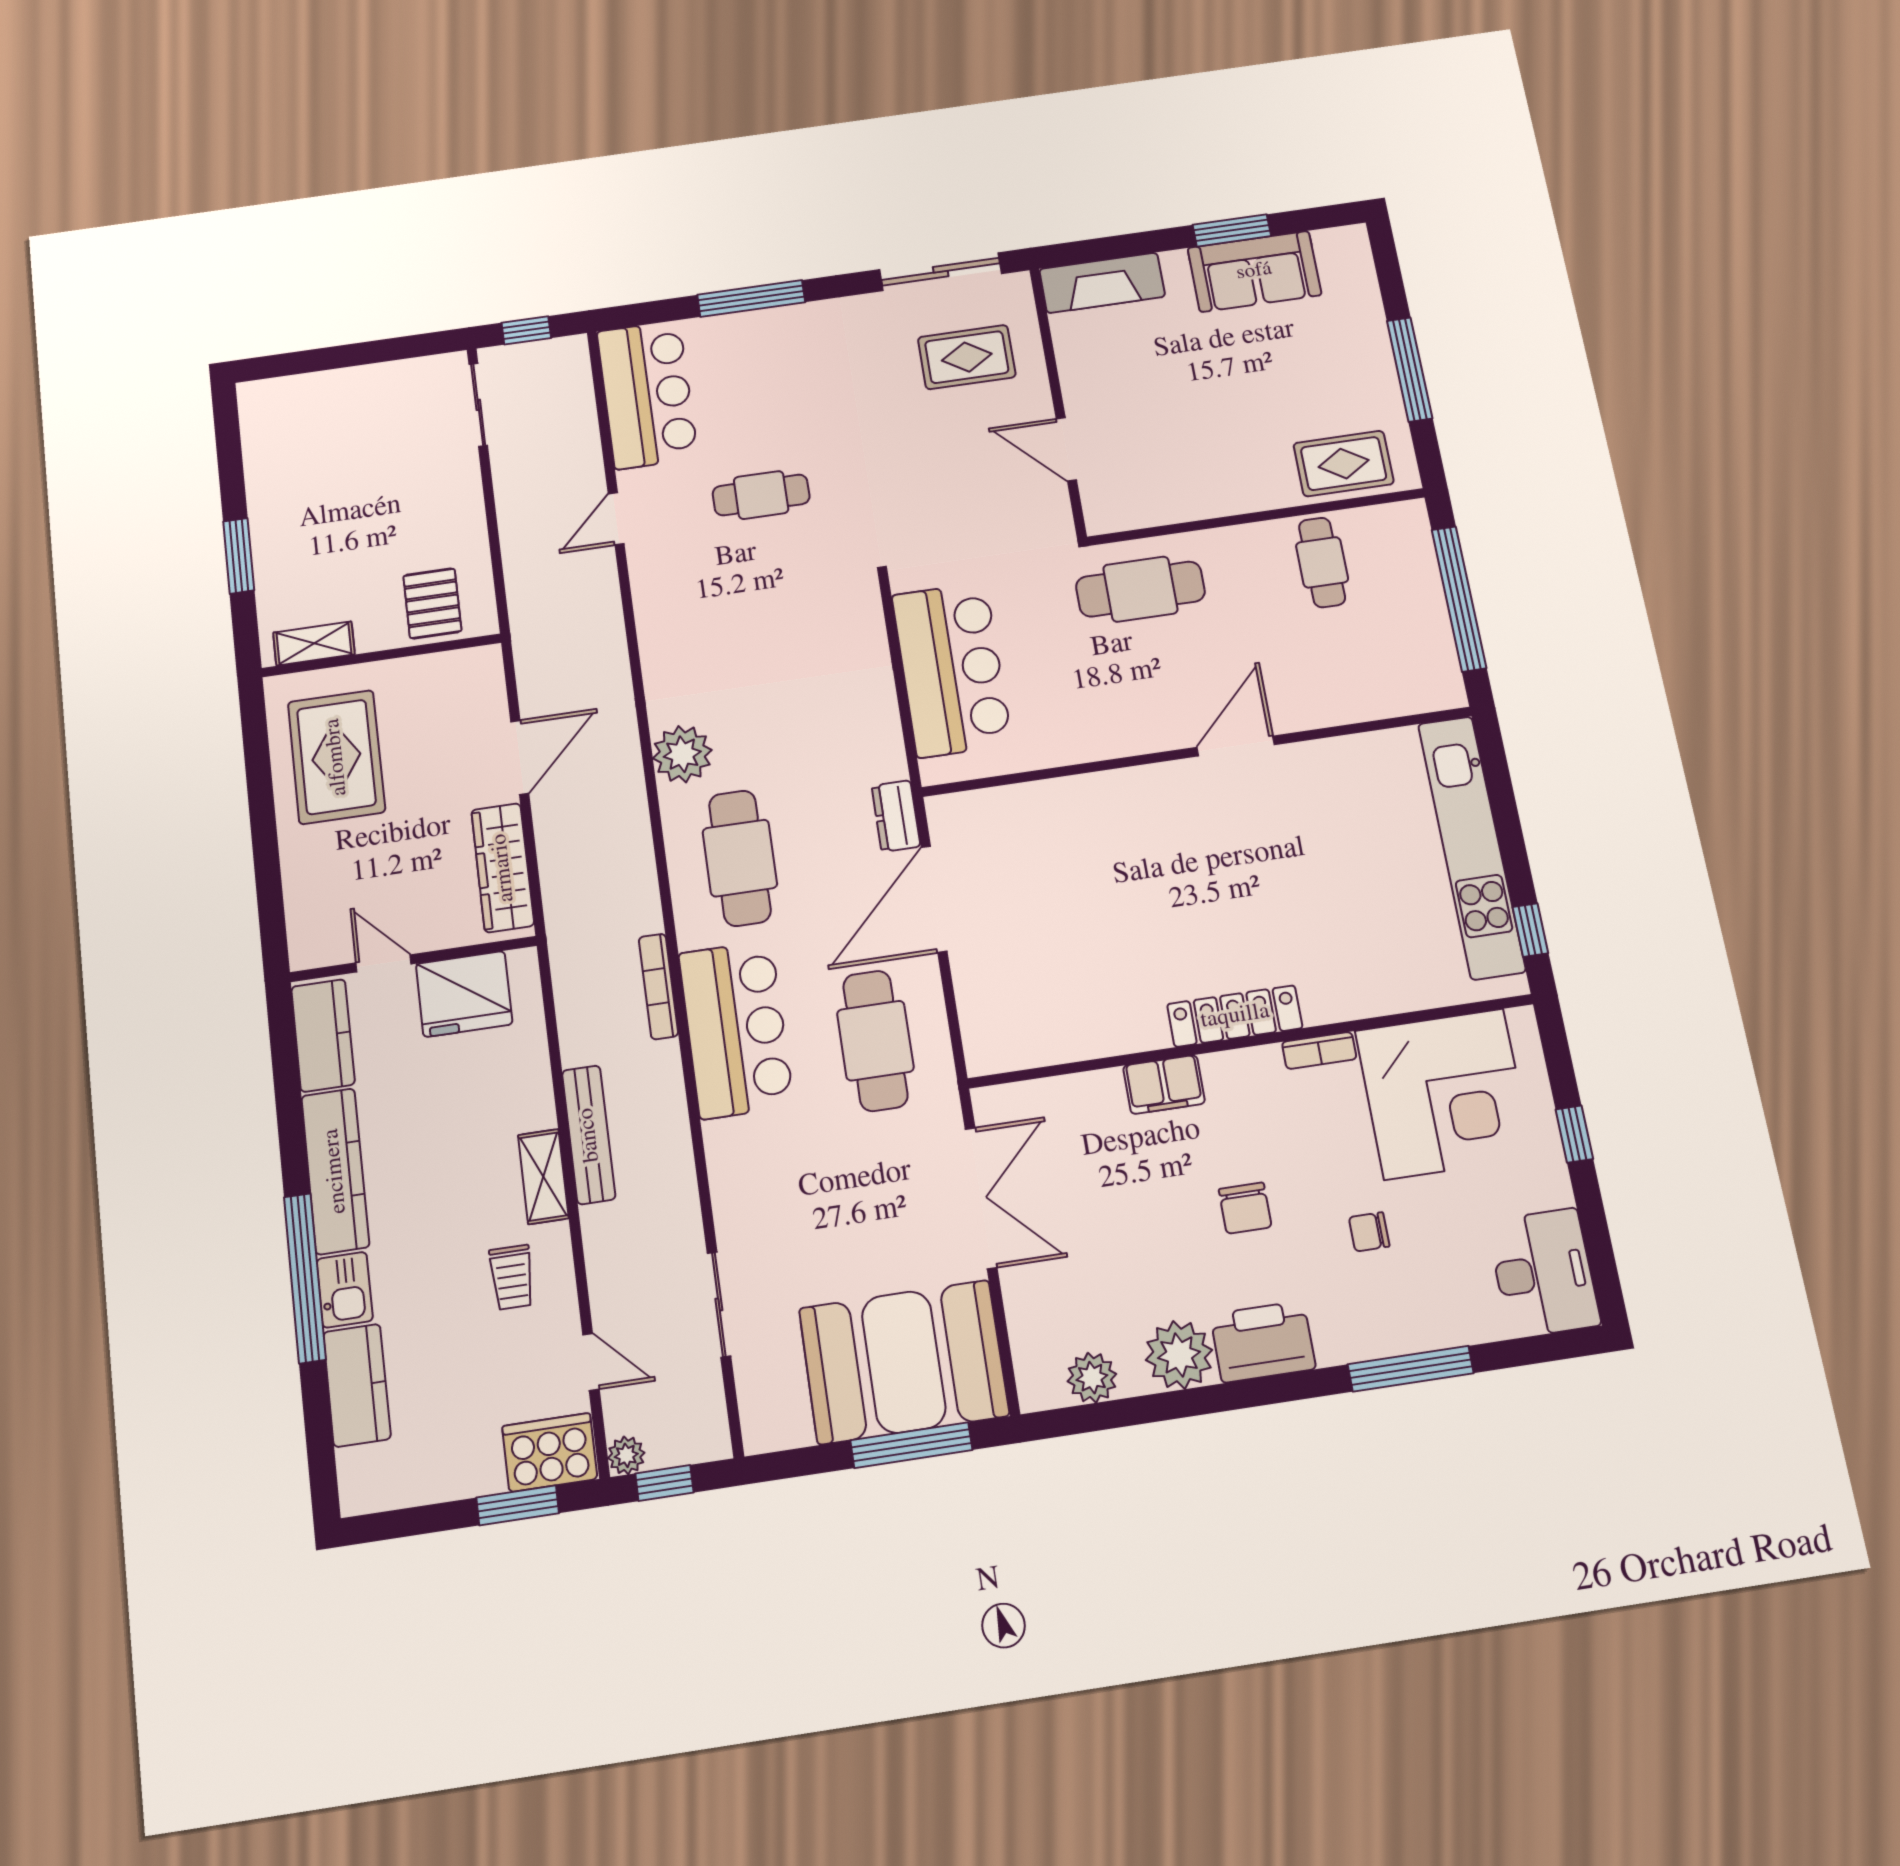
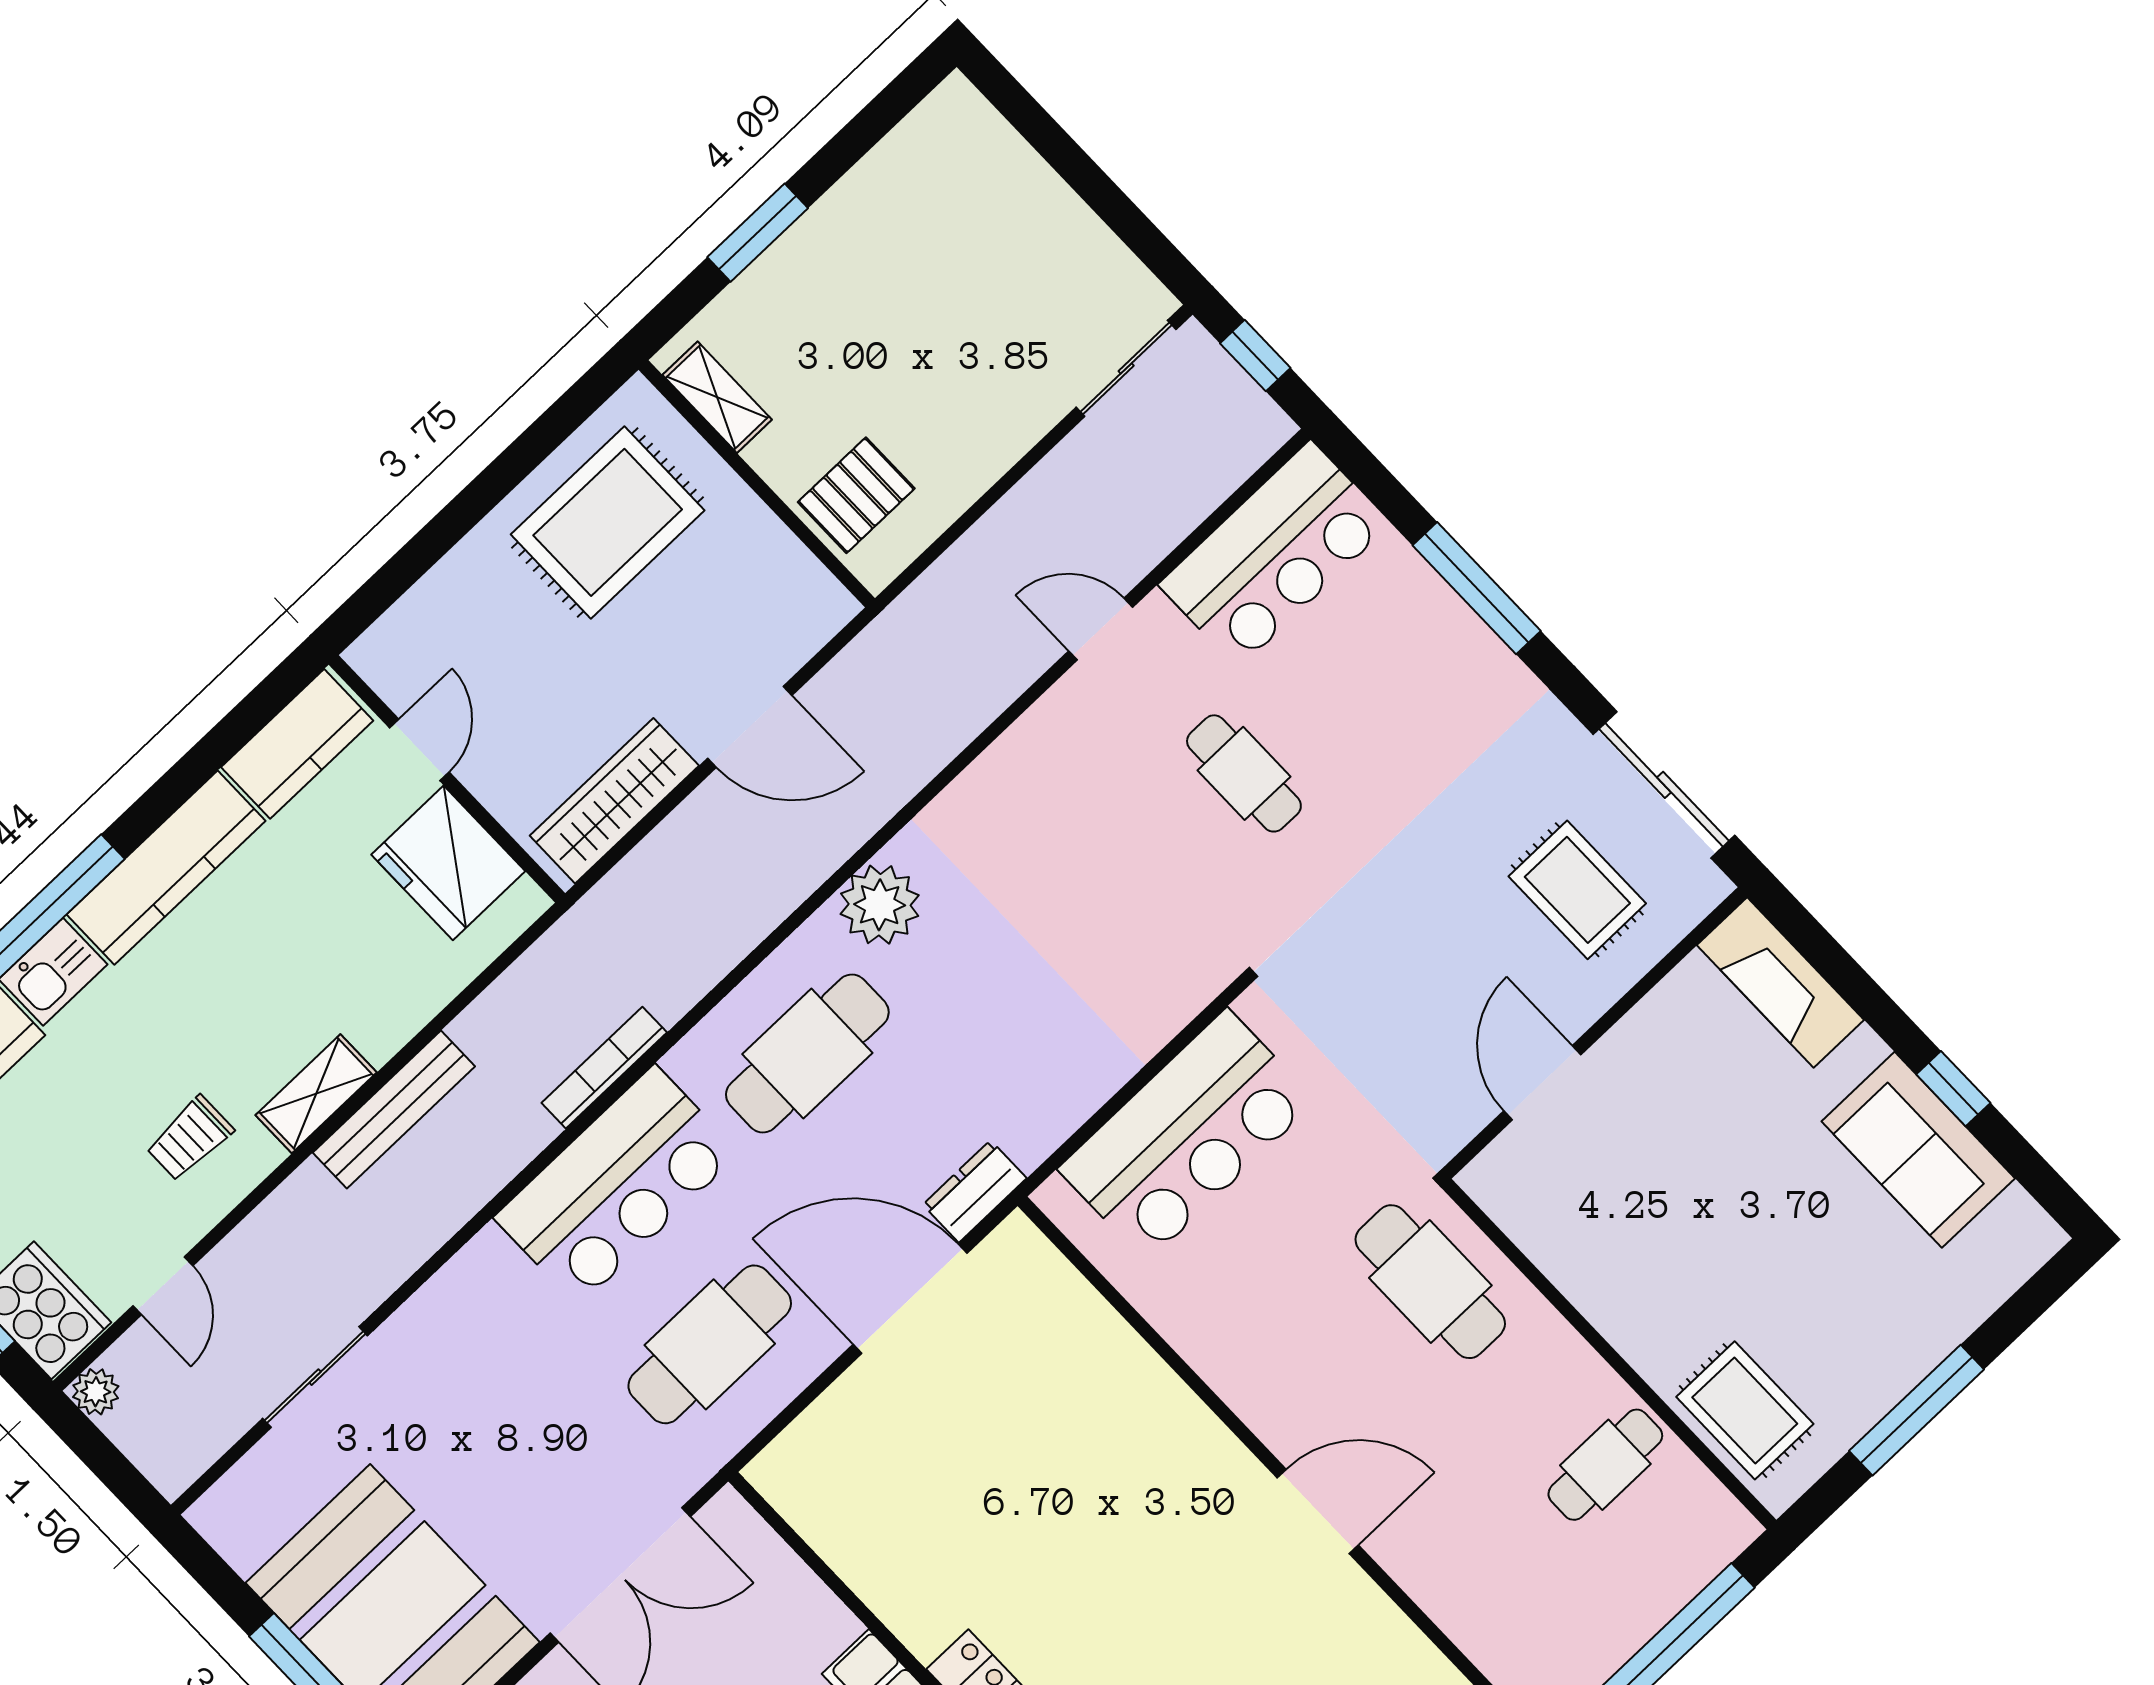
window: (1232, 230) -> (1953, 1089), width x0.67
window: (664, 1483) -> (96, 1451), removed

